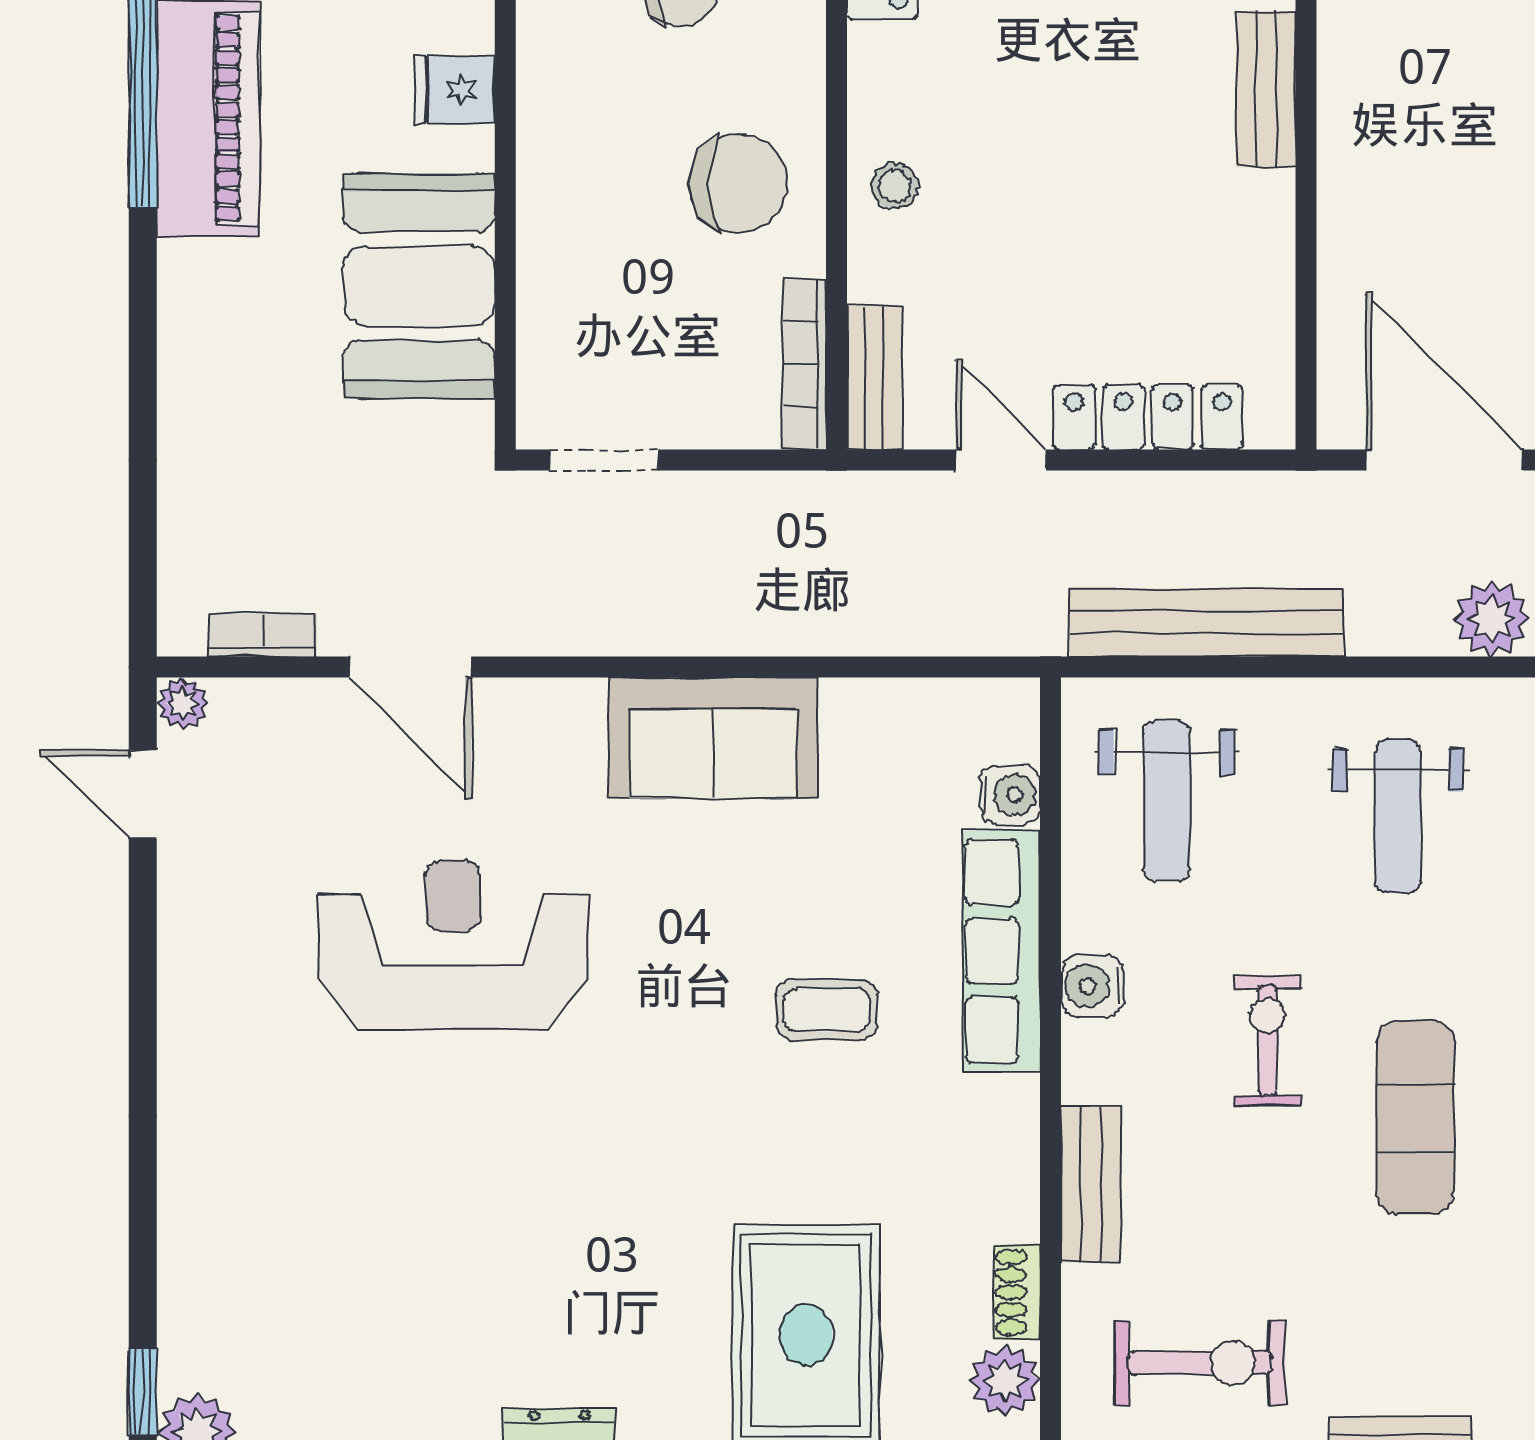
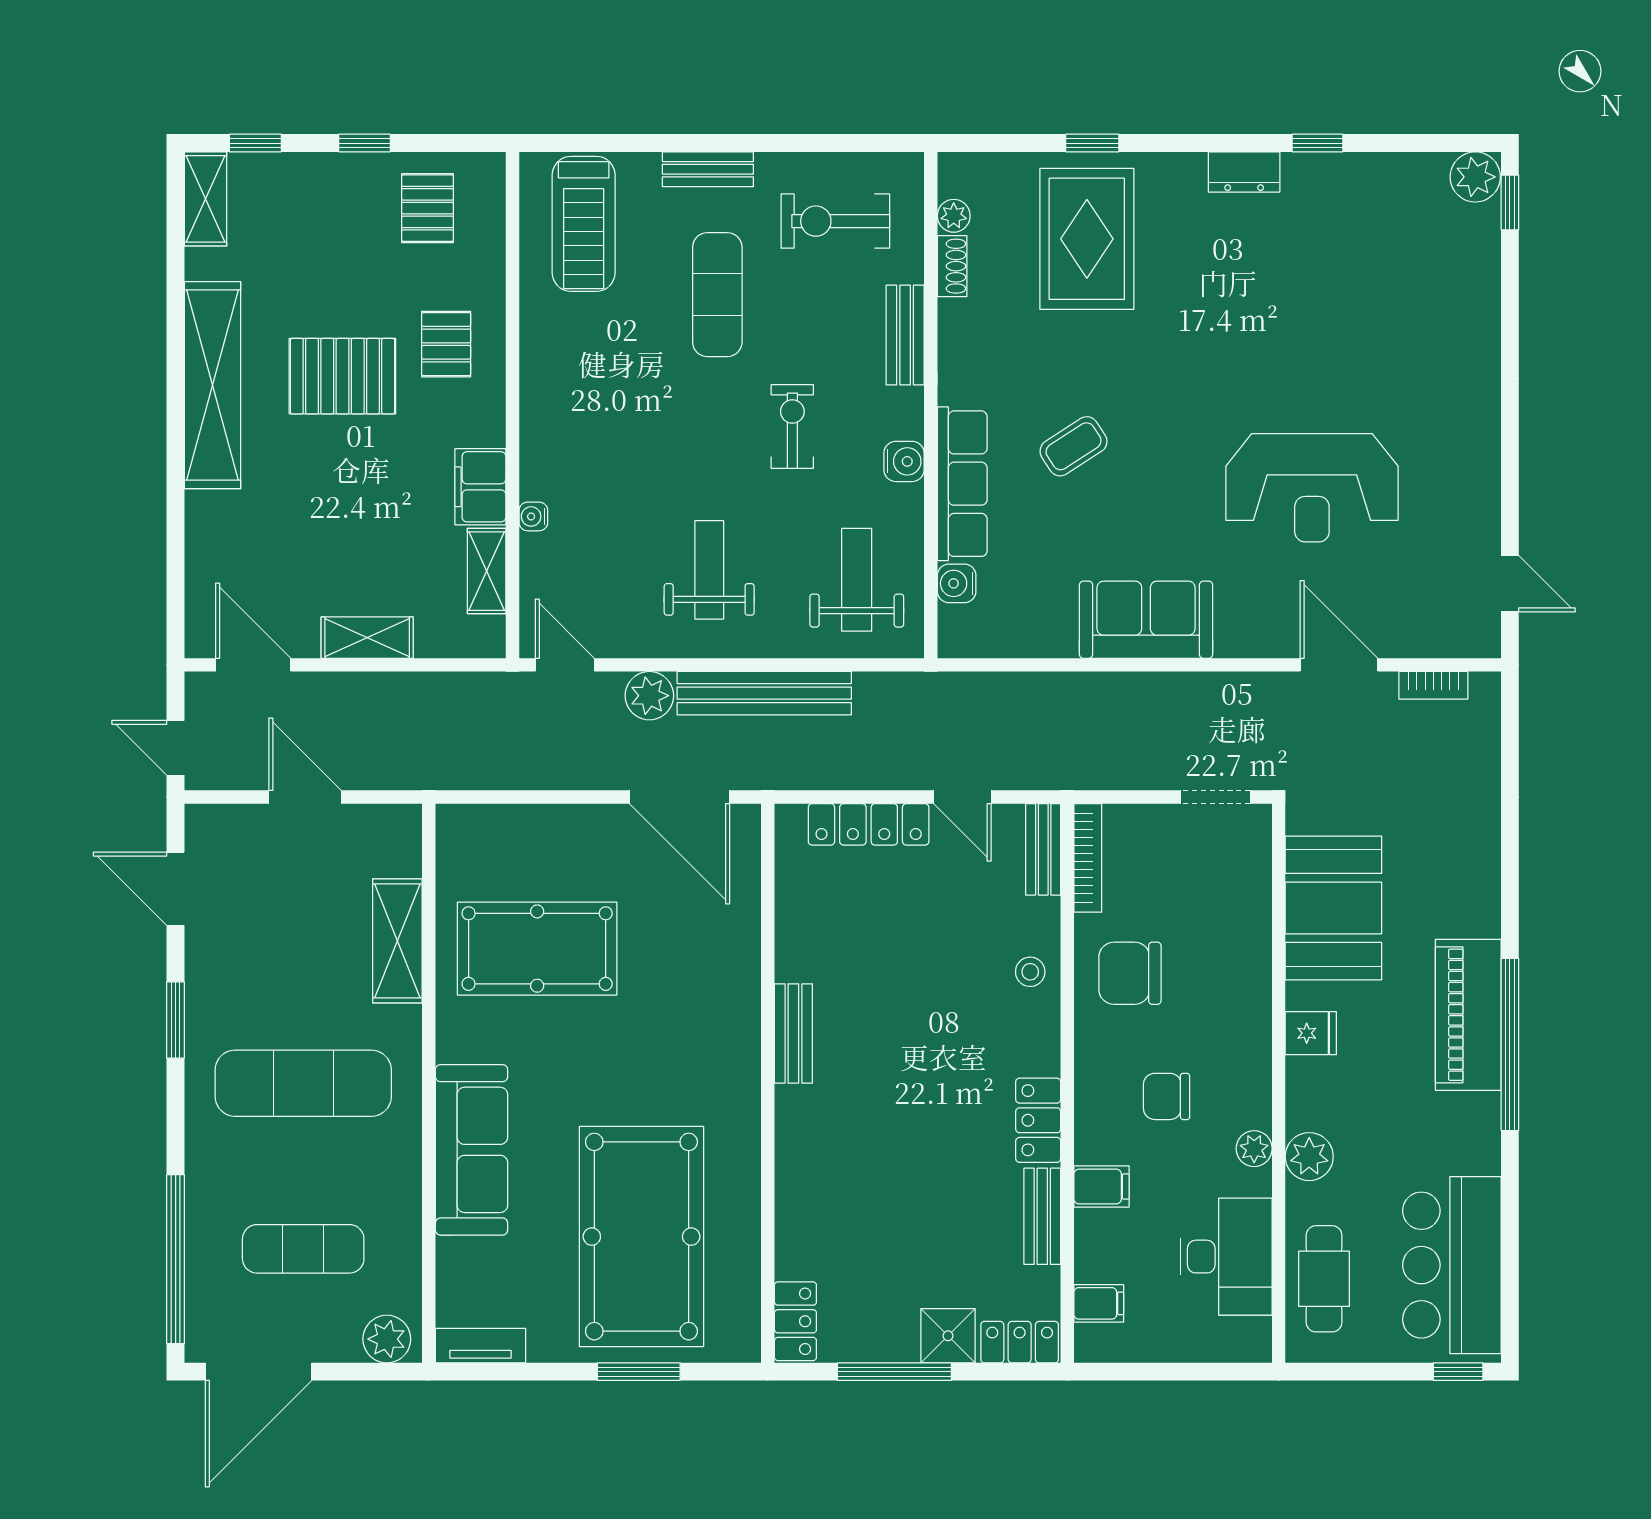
bench: (1206, 623) -> (764, 693), moved
plant: (183, 703) -> (1484, 642), removed
coffee table: (827, 1010) -> (1074, 446), turned -33
exercise bike: (1268, 1041) -> (792, 427), turned 180
exercise mat: (1415, 1117) -> (717, 295), moved
plant: (1005, 1381) -> (954, 216), width x0.73, depth x0.73

